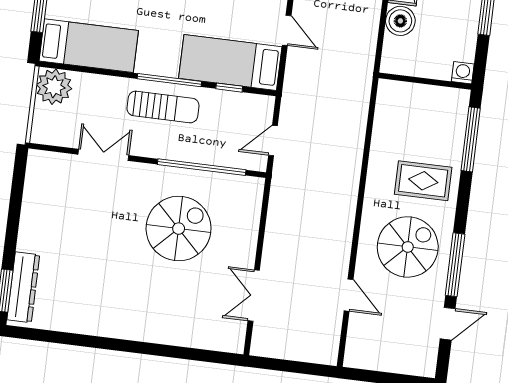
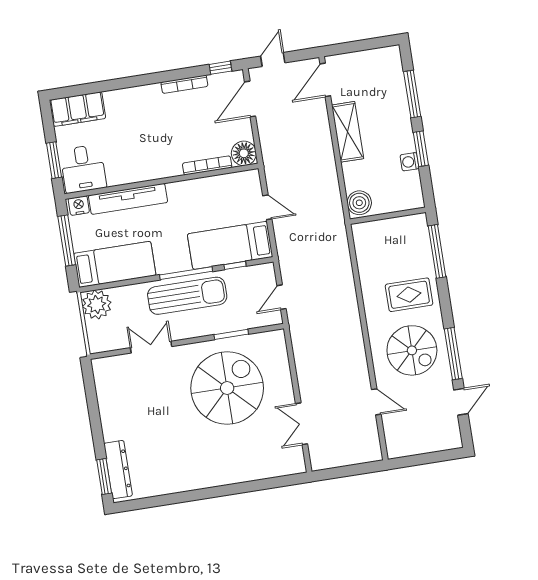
boiler: (400, 21) -> (359, 203), moved
washing machine: (463, 73) -> (410, 162), moved, turned -90
sun lounger: (163, 107) -> (187, 296), width x1.36, depth x1.34
window: (202, 167) -> (231, 334), width x0.47
spiral stairs: (179, 229) -> (227, 388), width x1.37, depth x1.37
spiral stairs: (408, 247) -> (412, 350), turned 90

